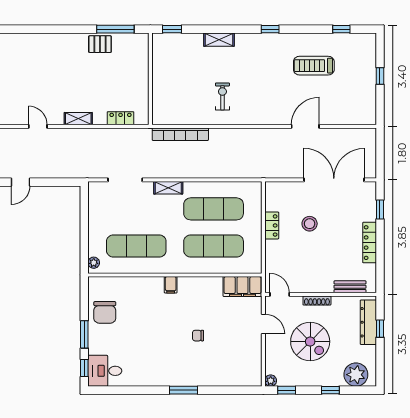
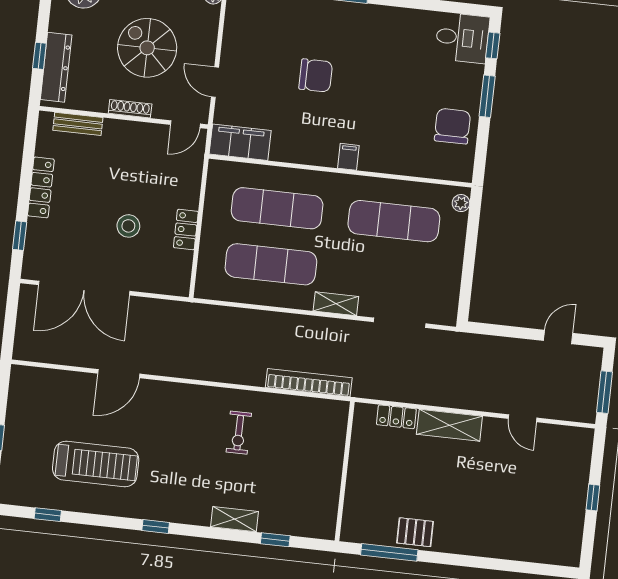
window: (172, 29) -> (275, 540), moved
treadmill: (314, 66) -> (96, 464), width x1.37, depth x1.38
shelving: (78, 119) -> (449, 425), width x1.50, depth x1.33
door: (280, 294) -> (185, 124), hinge flipped
chair: (198, 336) -> (316, 75), width x1.87, depth x1.87

